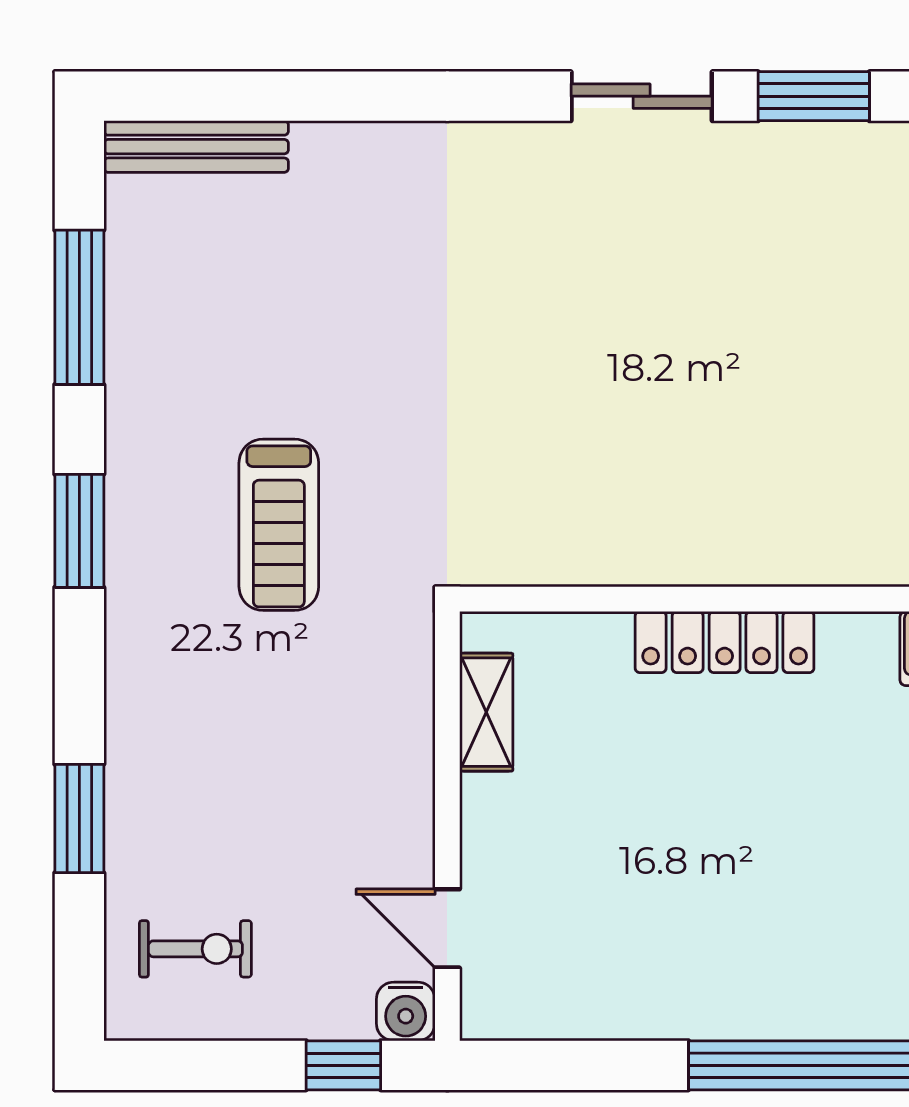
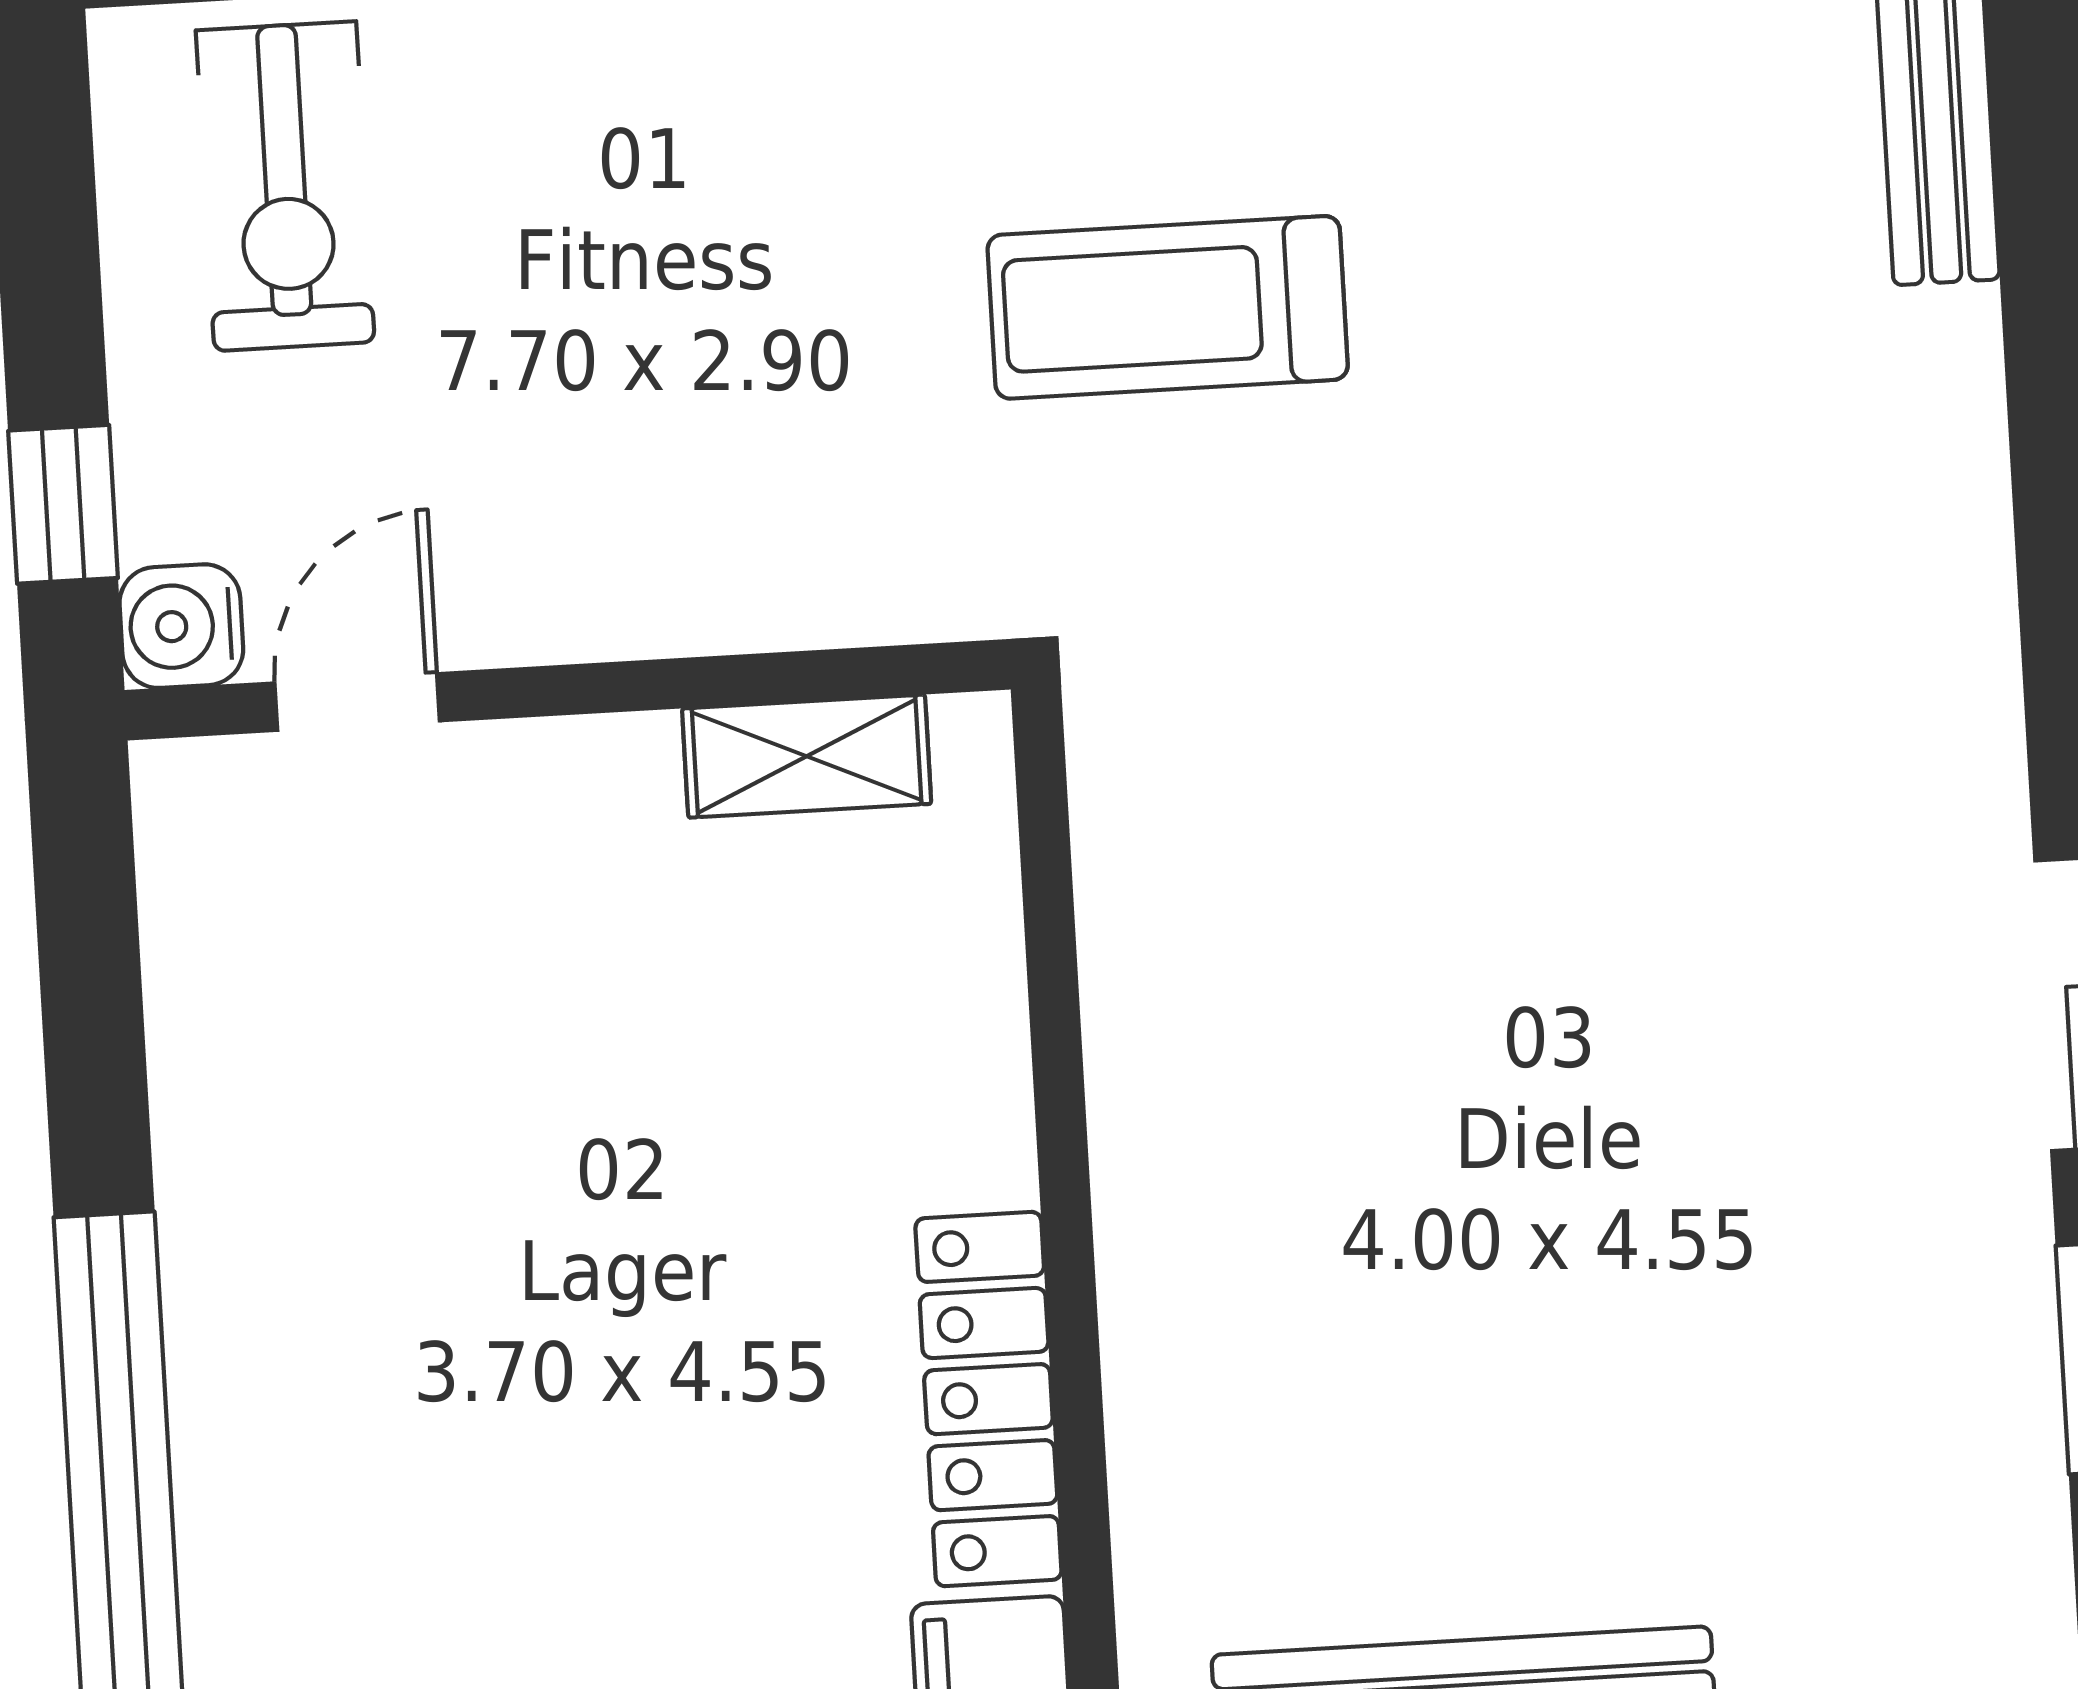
locker: (725, 642) -> (988, 1399), moved
exercise bike: (195, 949) -> (285, 186), width x1.38, depth x1.39

